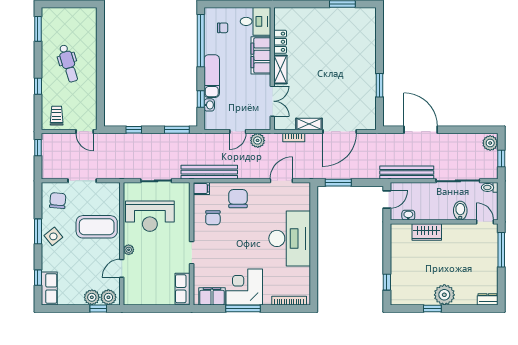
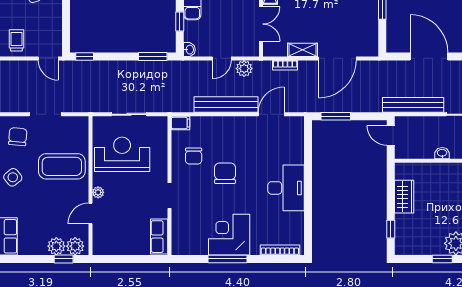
washbasin: (209, 105) -> (189, 50), moved
window: (134, 130) -> (85, 56), moved
bench: (209, 172) -> (226, 104), moved
chair: (238, 199) -> (225, 173), moved
door: (387, 200) -> (391, 135), swing flipped
washbasin: (408, 215) -> (442, 153), moved
reception desk: (150, 216) -> (122, 154), turned 180
wardrobe: (427, 232) -> (404, 197), moved, turned -90
desk: (290, 238) -> (286, 188), width x0.73, depth x0.77
filing cabinet: (212, 296) -> (193, 245), removed

